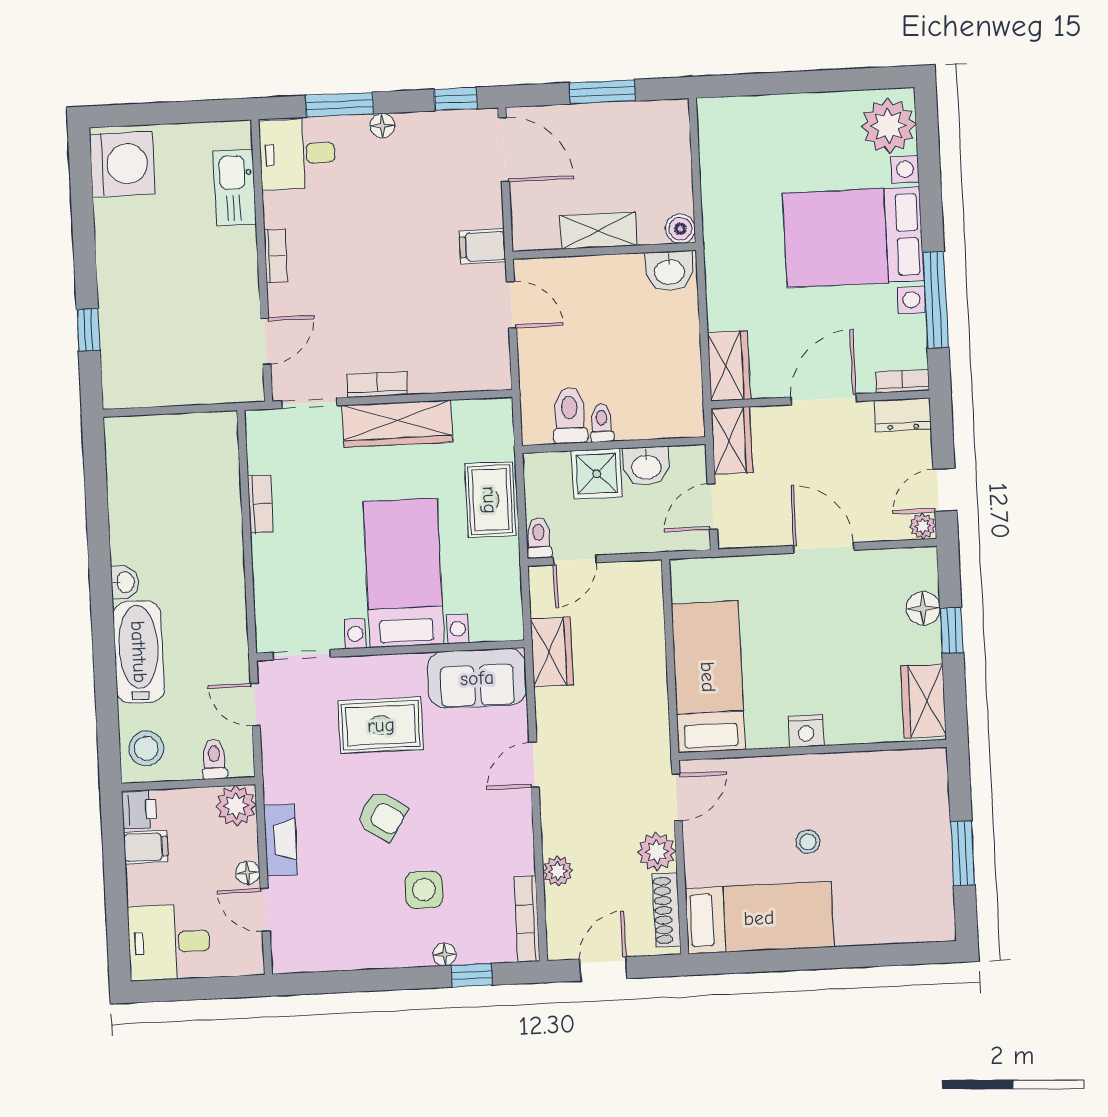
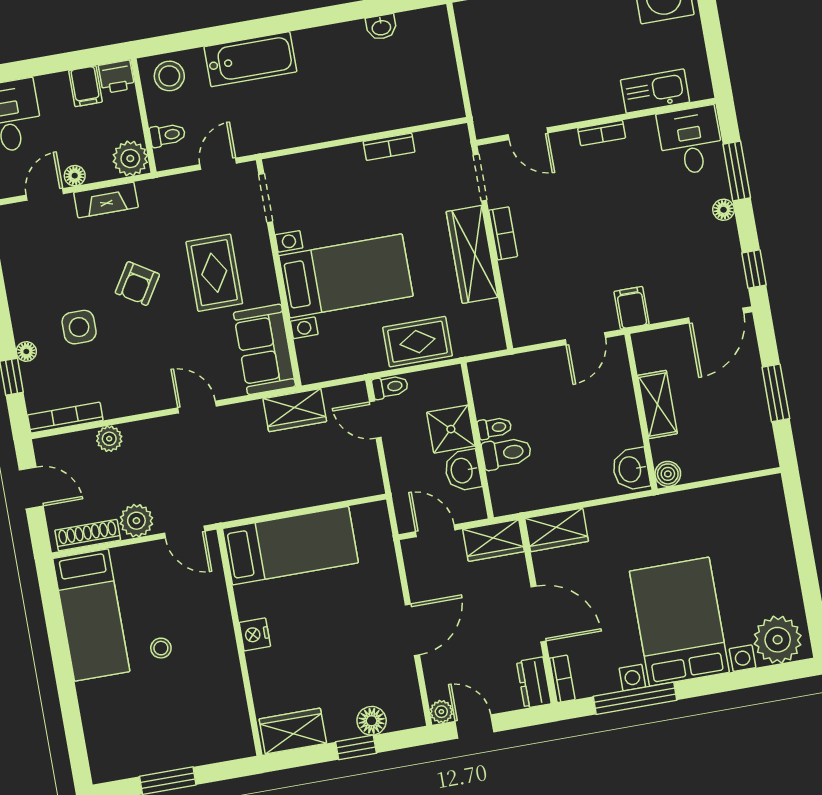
toilet: (570, 416) -> (507, 453), moved
washbasin: (125, 582) -> (381, 27), moved

